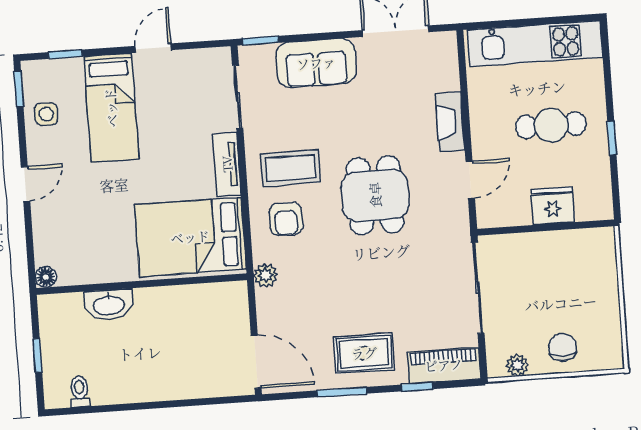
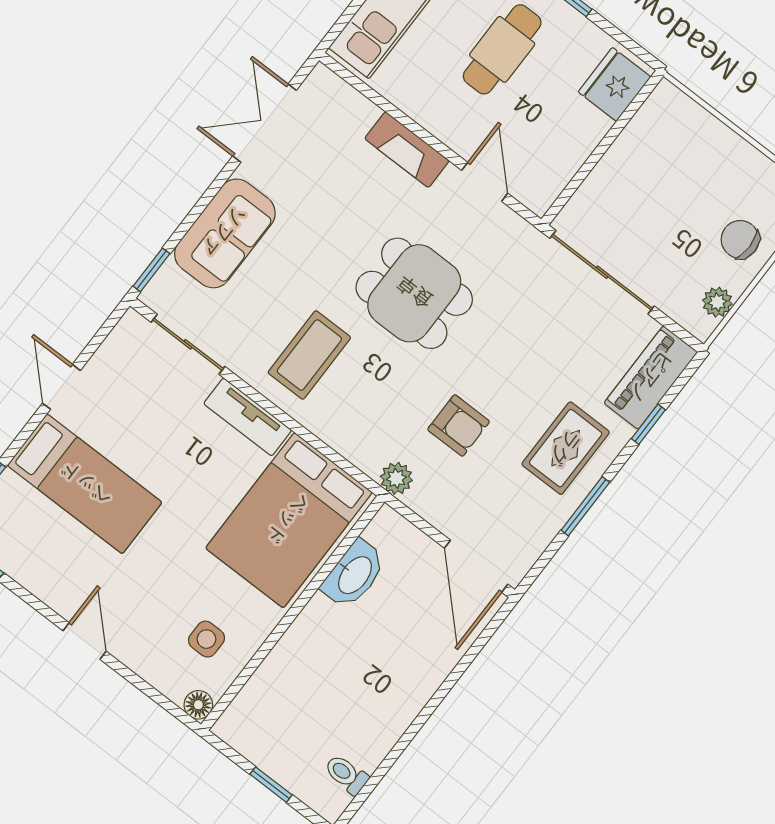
side table: (46, 114) -> (207, 639), moved
fridge: (553, 206) -> (614, 84), moved
armchair: (286, 219) -> (459, 425), moved
washbasin: (109, 305) -> (354, 574), moved
door: (256, 362) -> (476, 566), swing flipped

